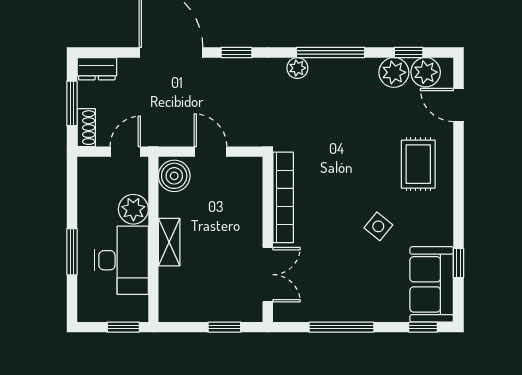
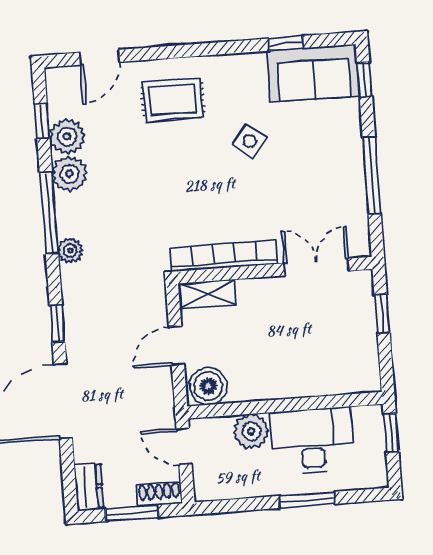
plant: (426, 72) -> (69, 174), moved
shelving: (169, 242) -> (207, 294), moved

